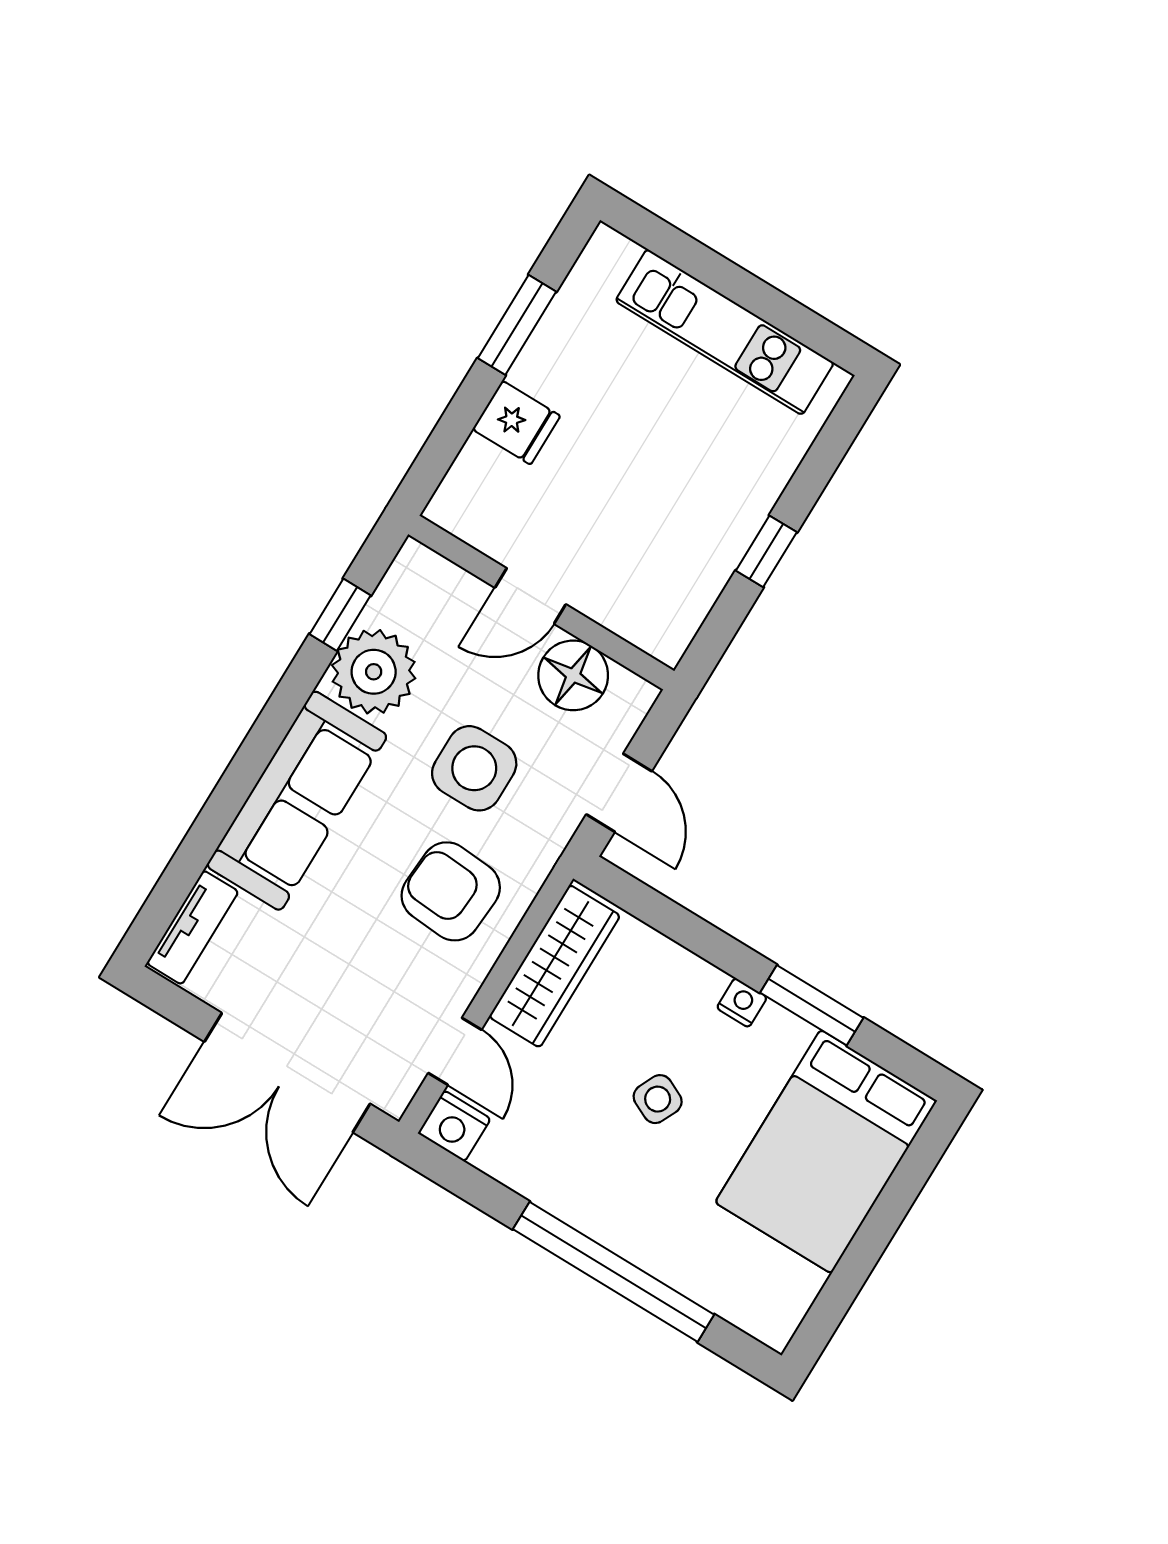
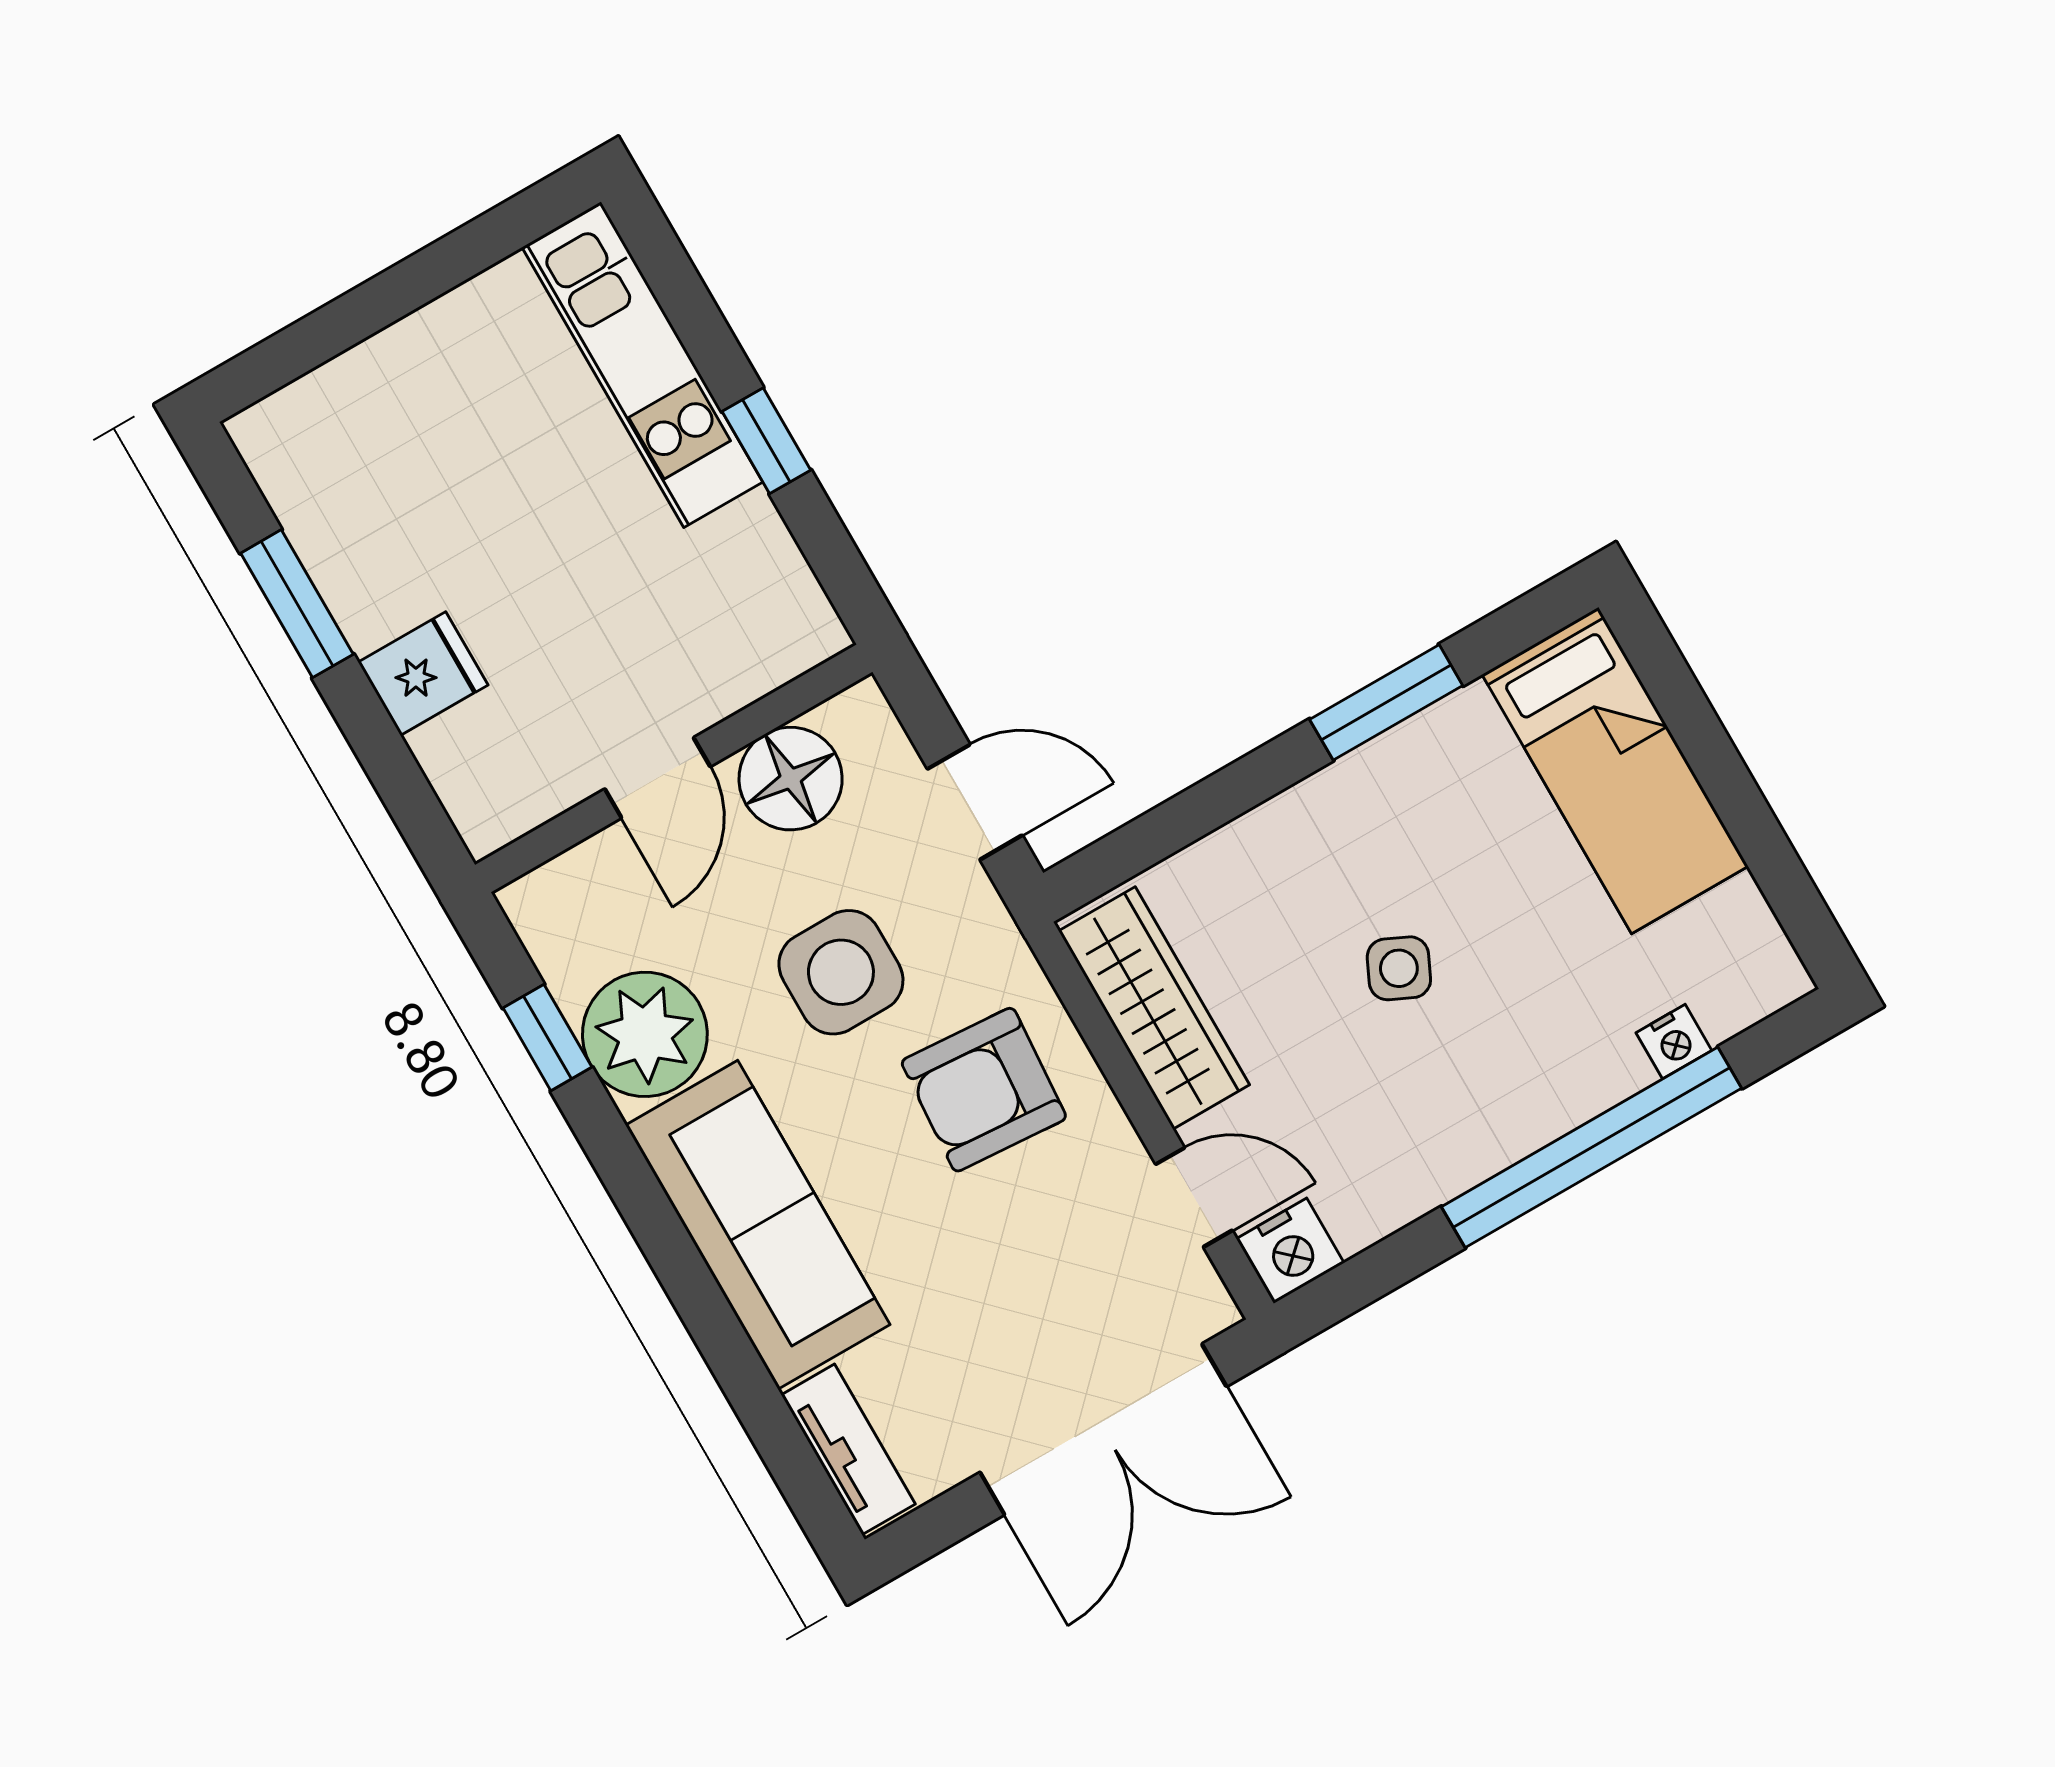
kitchen unit: (725, 332) -> (642, 365), moved, turned 90
nightstand: (742, 1003) -> (1674, 1042), moved, turned 180
bed: (826, 1152) -> (1615, 770), width x0.67

